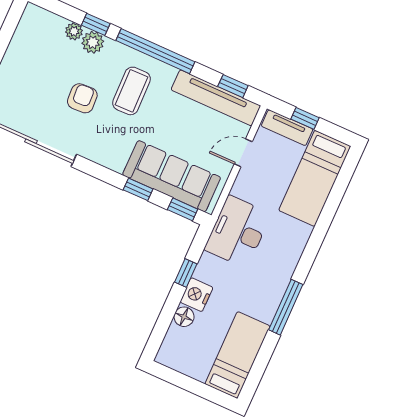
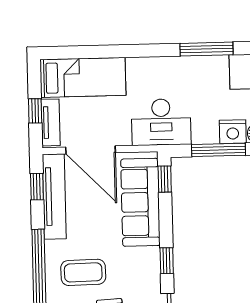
door: (243, 153) -> (90, 150), width x1.87
window: (138, 189) -> (167, 261), moved
window: (186, 273) -> (219, 150), width x2.17

